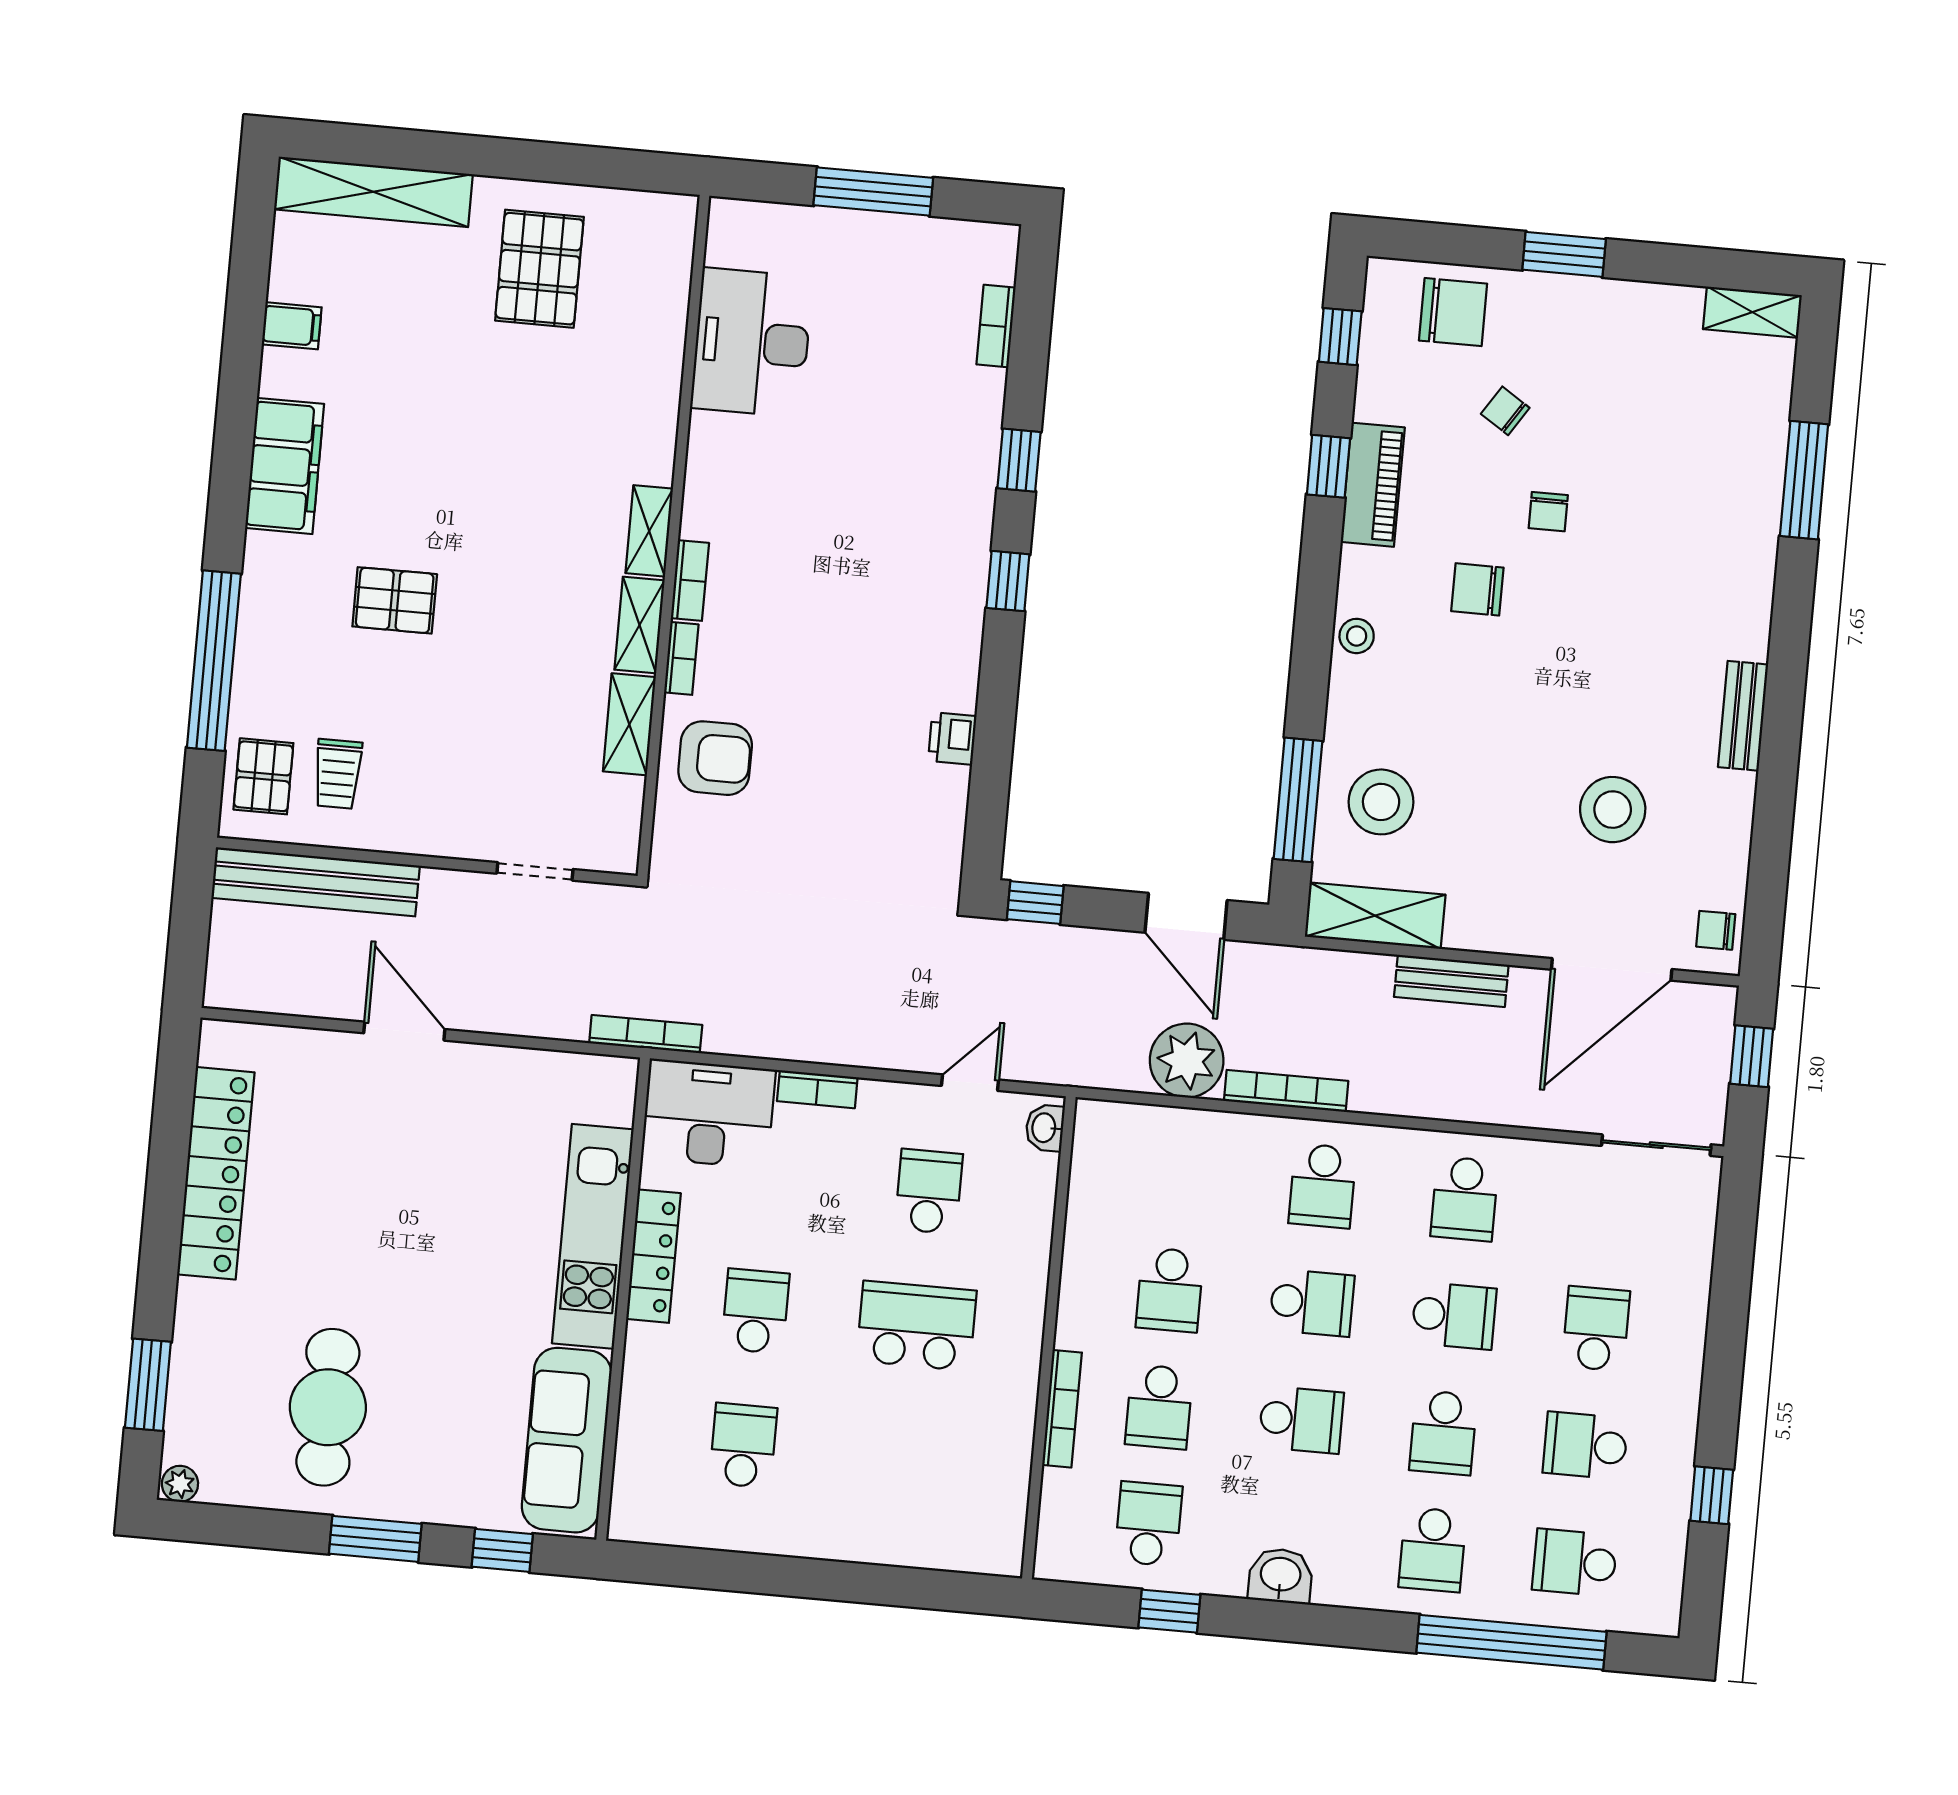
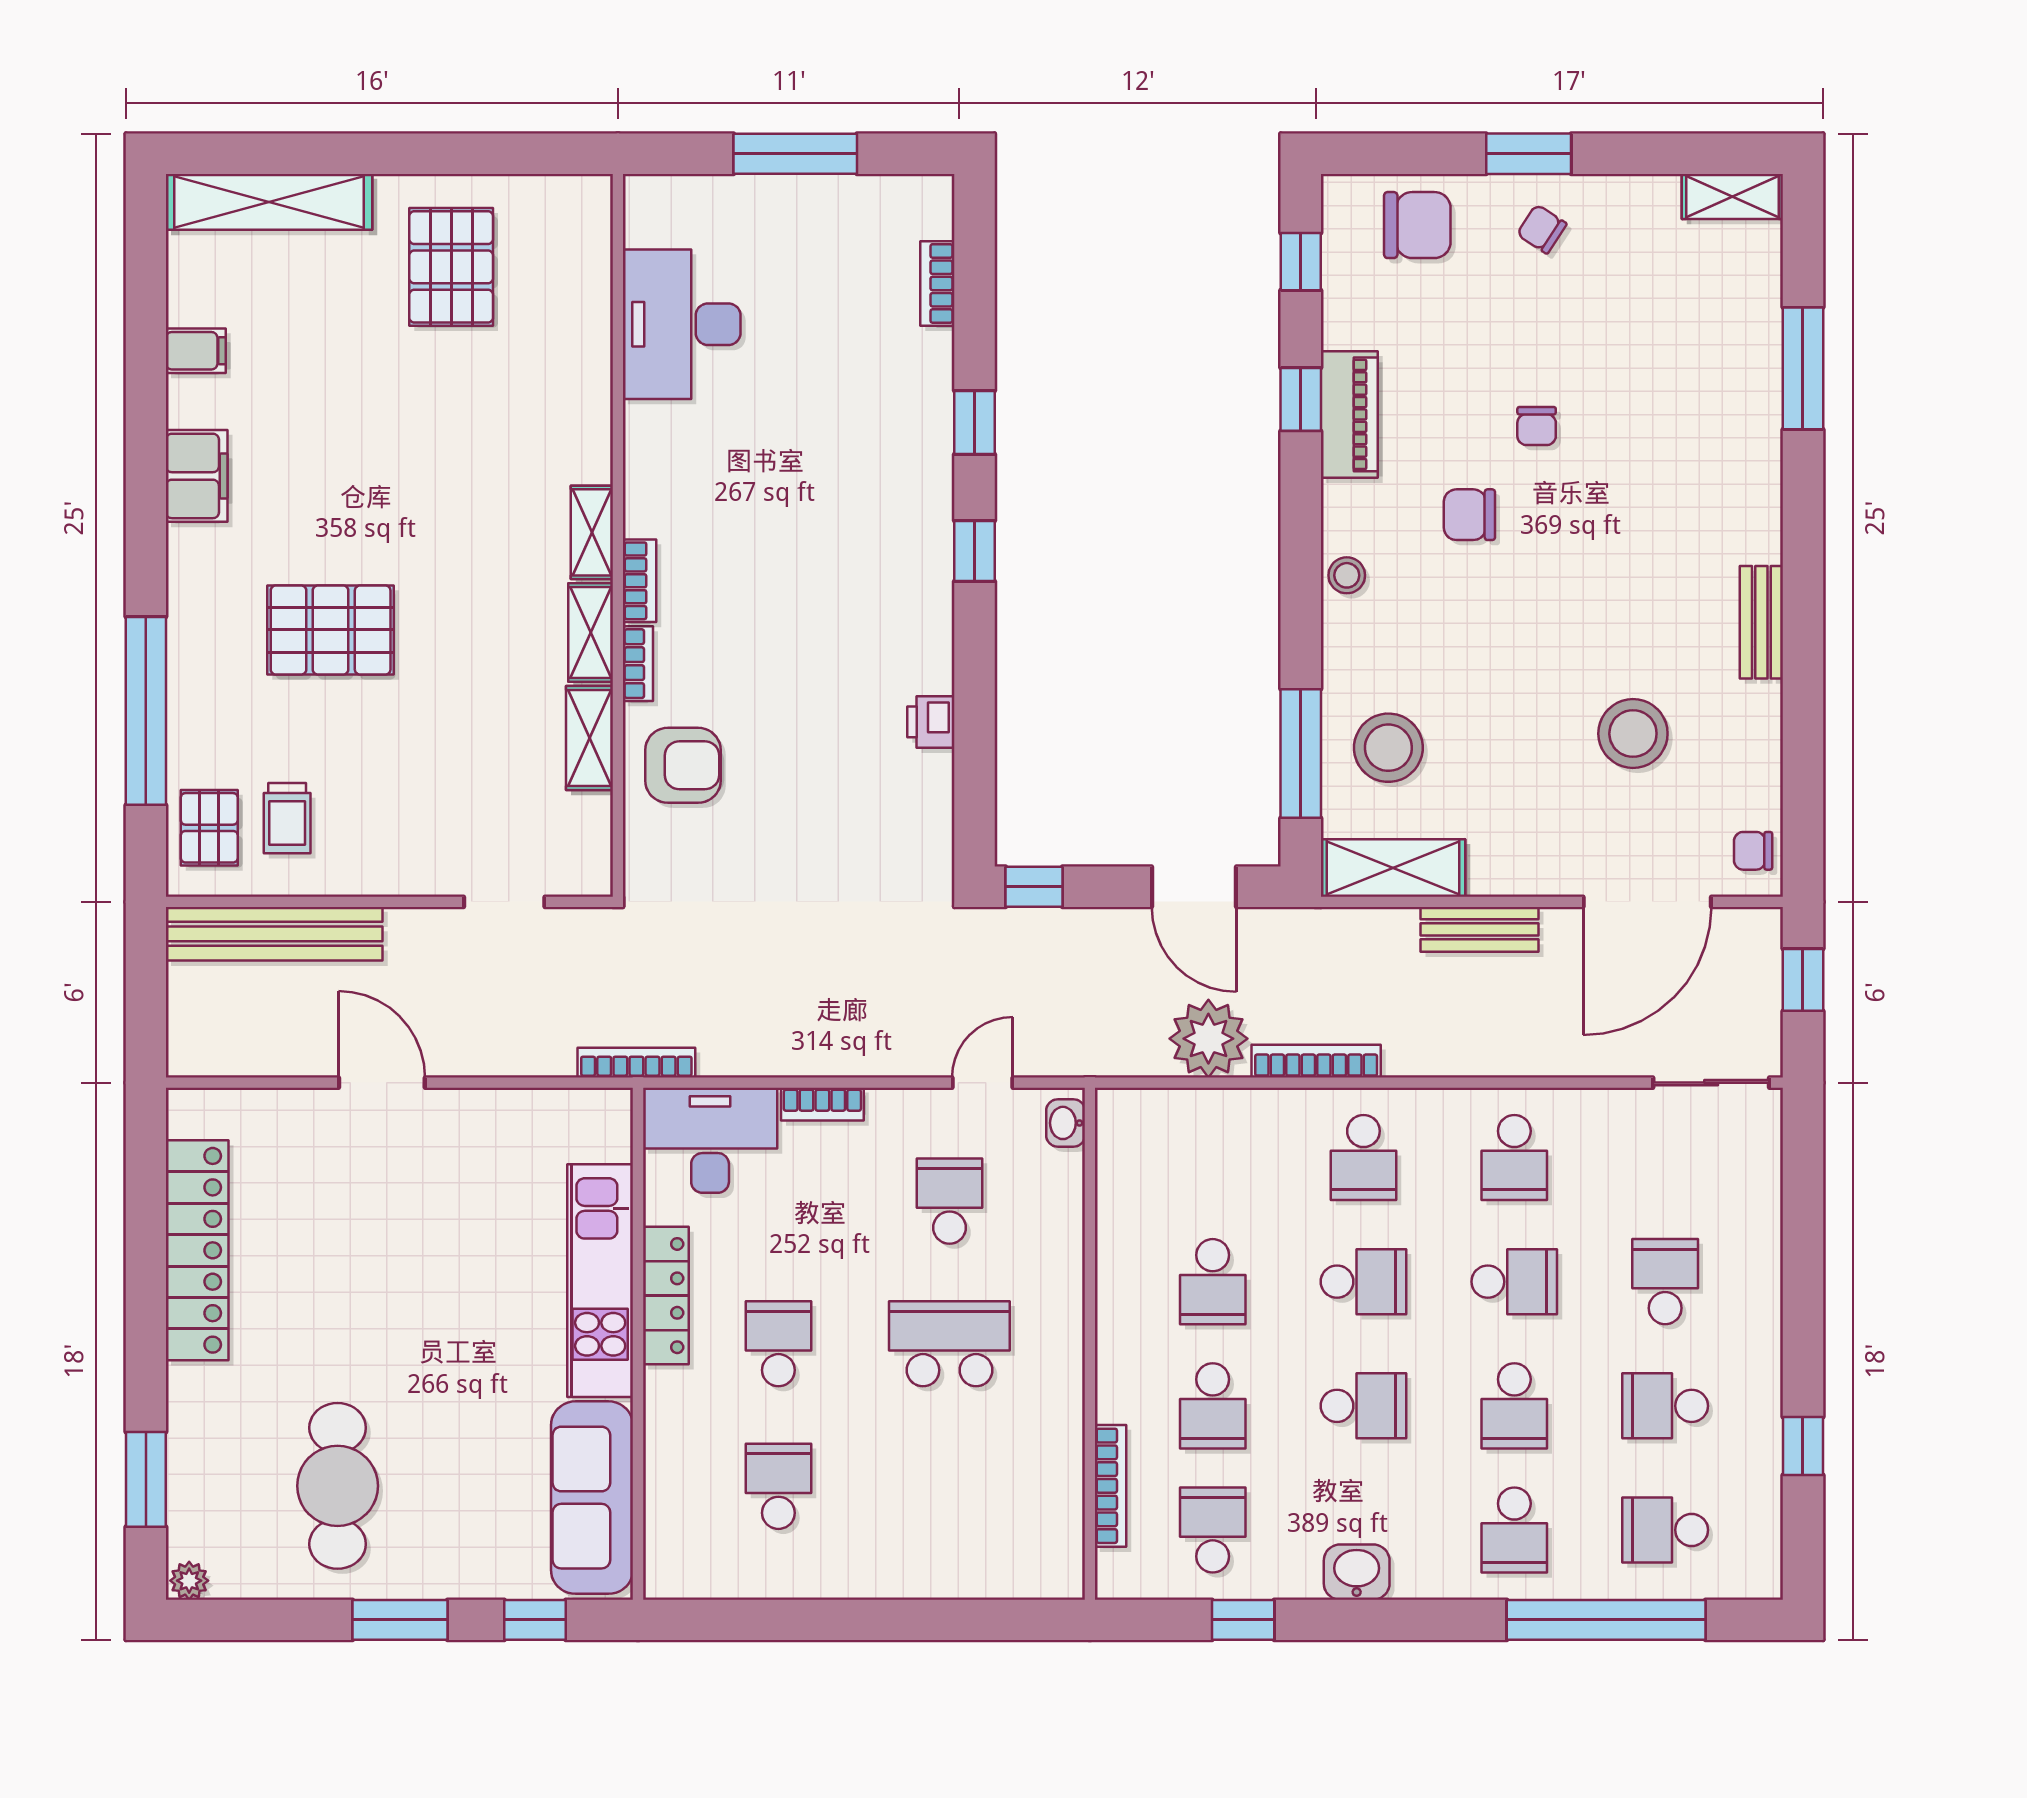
chair: (1505, 411) -> (1542, 229), moved
filing cabinet: (285, 466) -> (197, 476), width x0.67, depth x0.86
pallet: (395, 600) -> (331, 630), width x1.50, depth x1.42
bookcase: (1062, 1409) -> (1111, 1486), moved

